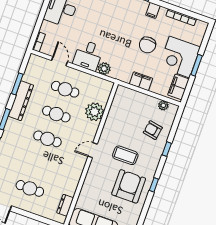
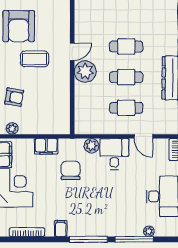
chair: (147, 45) -> (71, 171), moved
plant: (94, 112) -> (85, 71), moved

